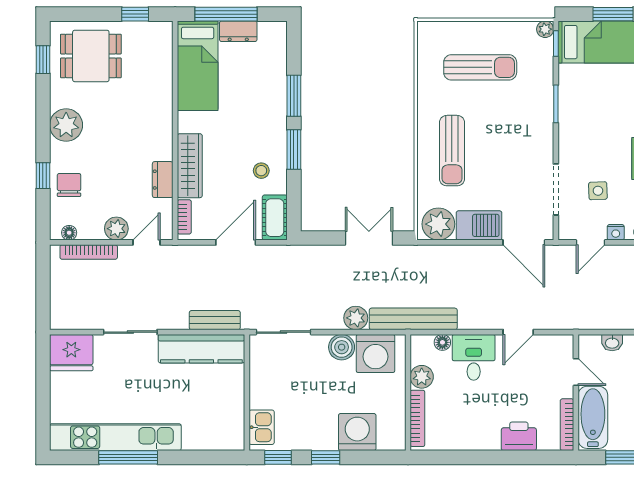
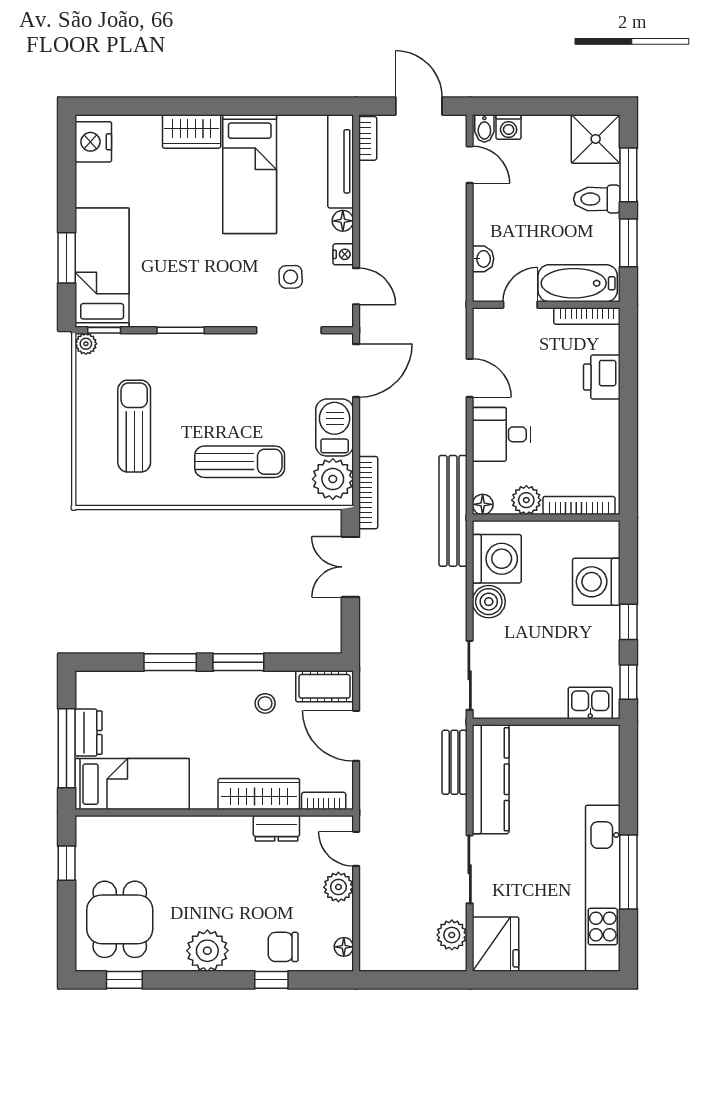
bookcase: (89, 252) -> (368, 493), moved
plant: (356, 318) -> (452, 935), moved
floor lamp: (442, 342) -> (483, 504), moved

